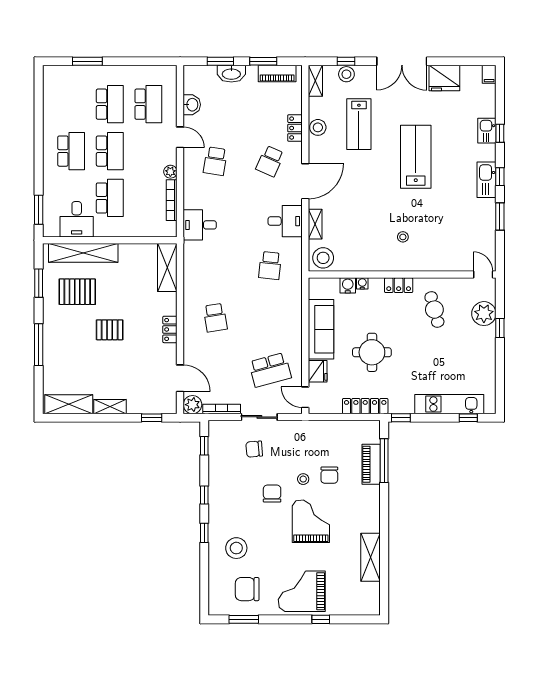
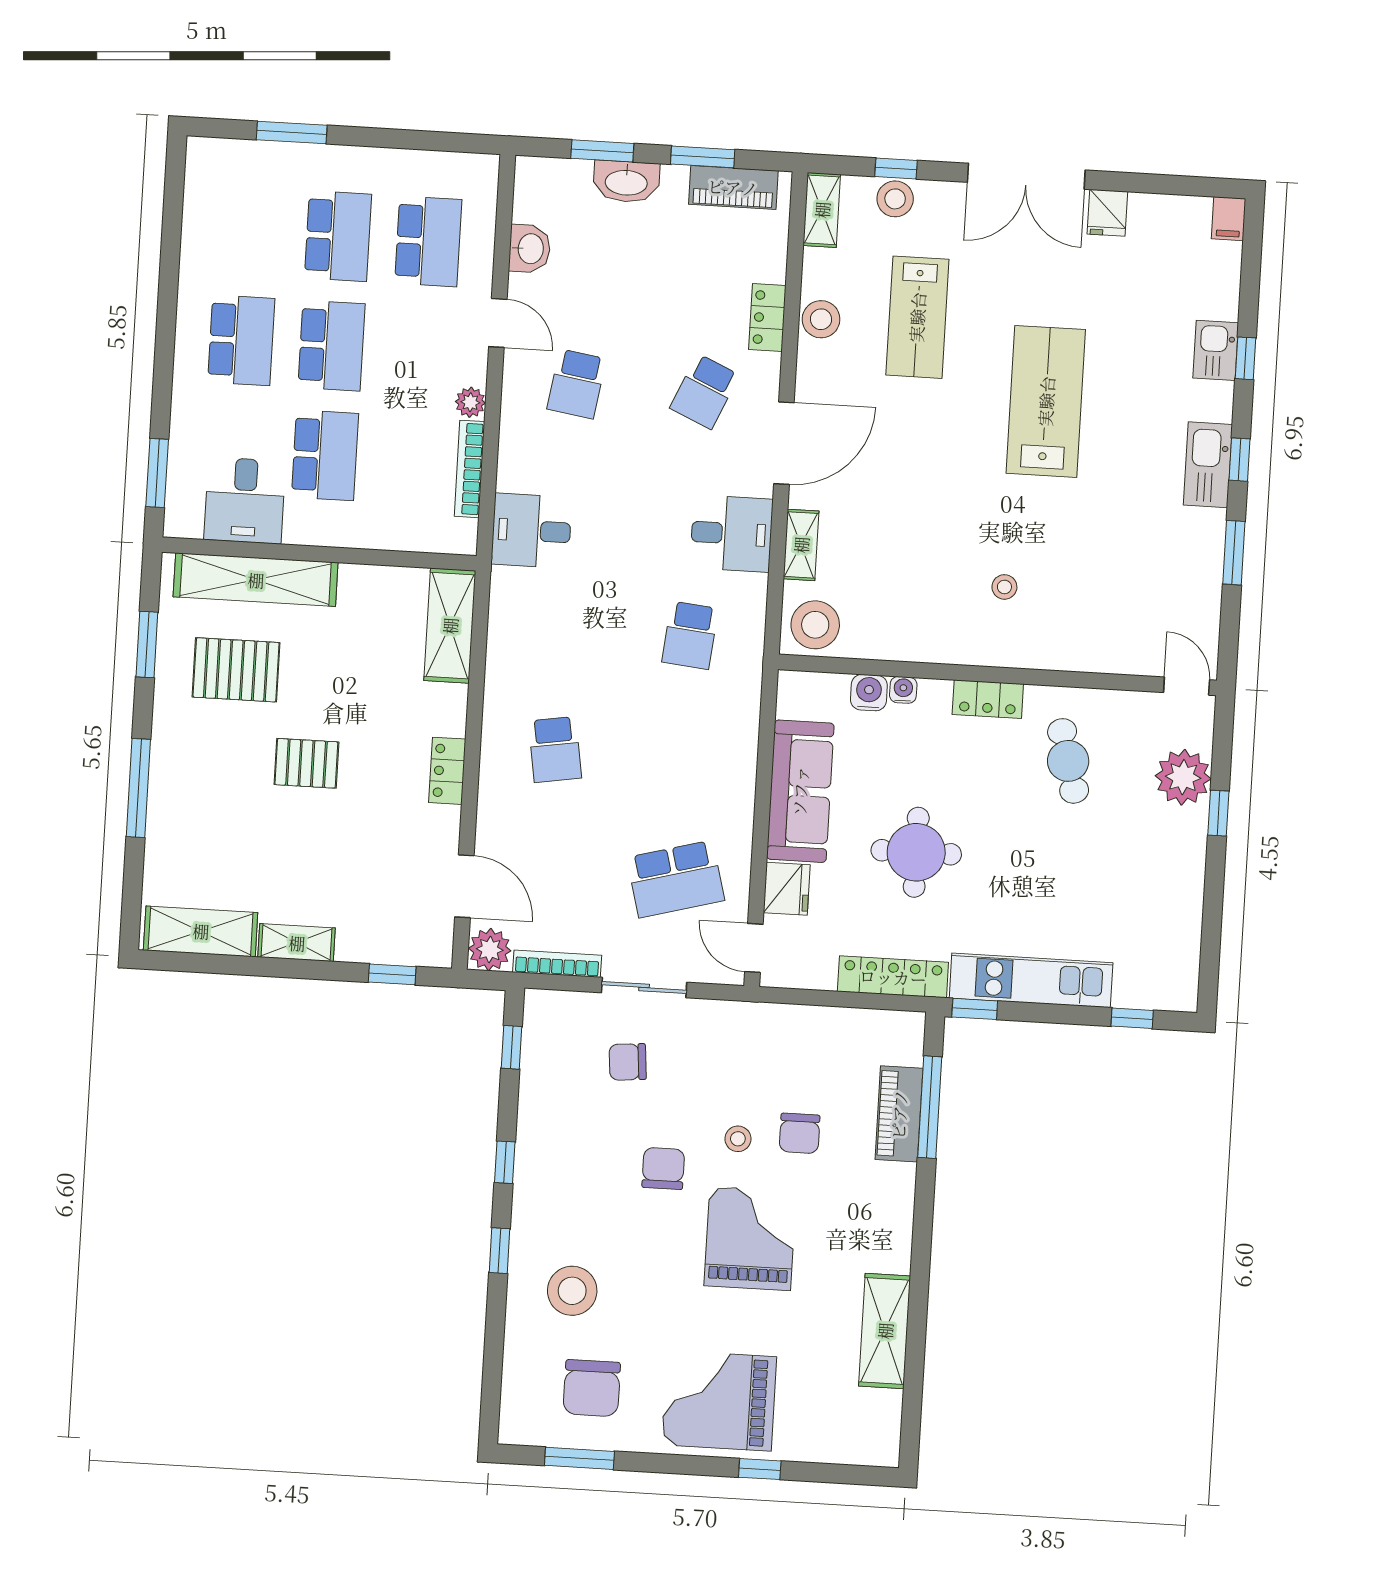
fridge: (444, 78) -> (1107, 213), width x0.53, depth x0.75
kitchen unit: (449, 404) -> (1031, 980), moved
chair: (247, 589) -> (592, 1388), turned -90

